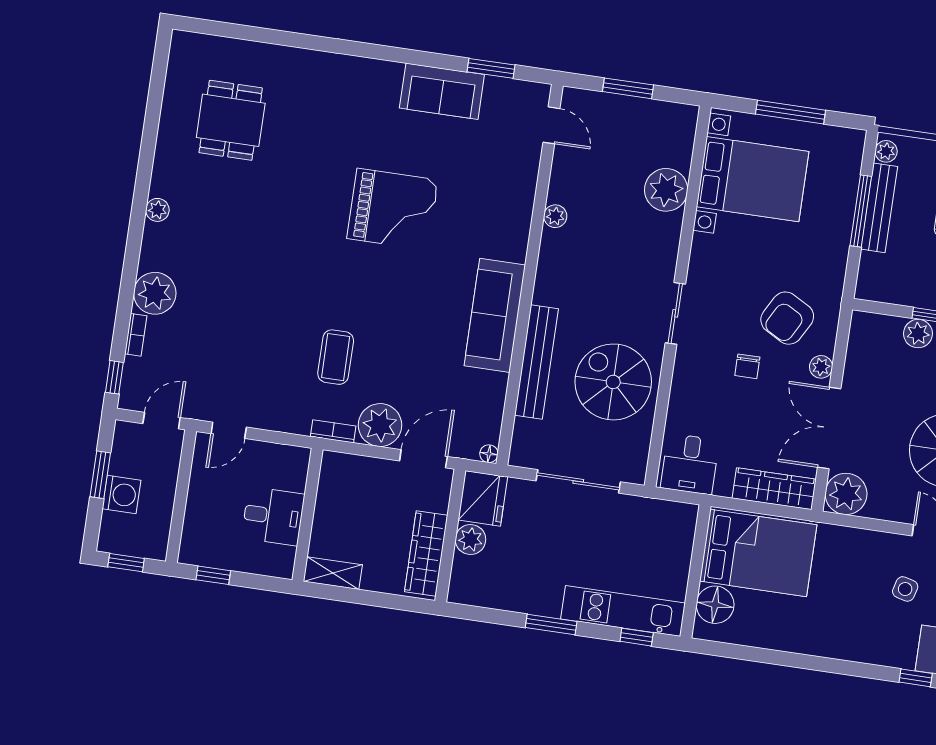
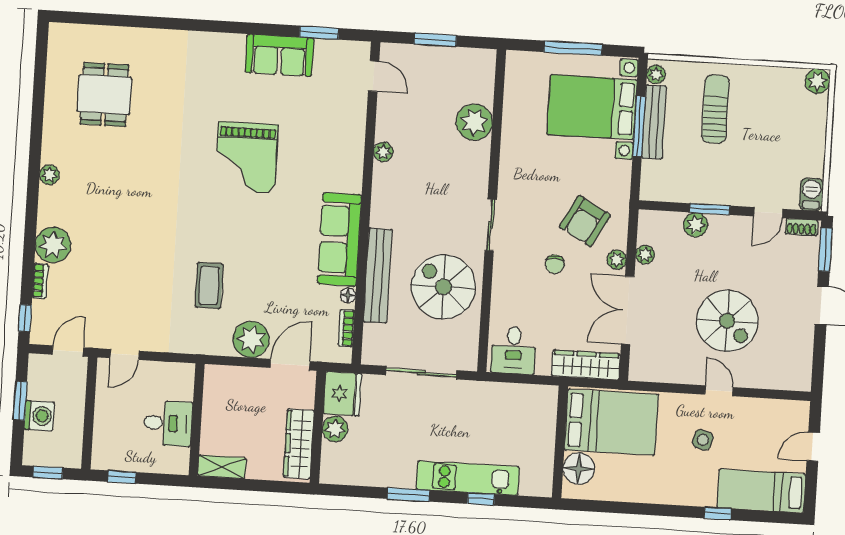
bed with nightstands: (753, 179) -> (592, 107), moved, turned 180
grand piano: (393, 209) -> (246, 158), turned 90
bookcase: (333, 431) -> (346, 328), moved, turned -90
floor lamp: (489, 454) -> (348, 295), moved
plant: (846, 494) -> (645, 255), moved, width x0.53, depth x0.53
bed: (758, 553) -> (611, 422), moved
wall: (695, 571) -> (560, 442), moved
floor lamp: (715, 605) -> (579, 468), moved

